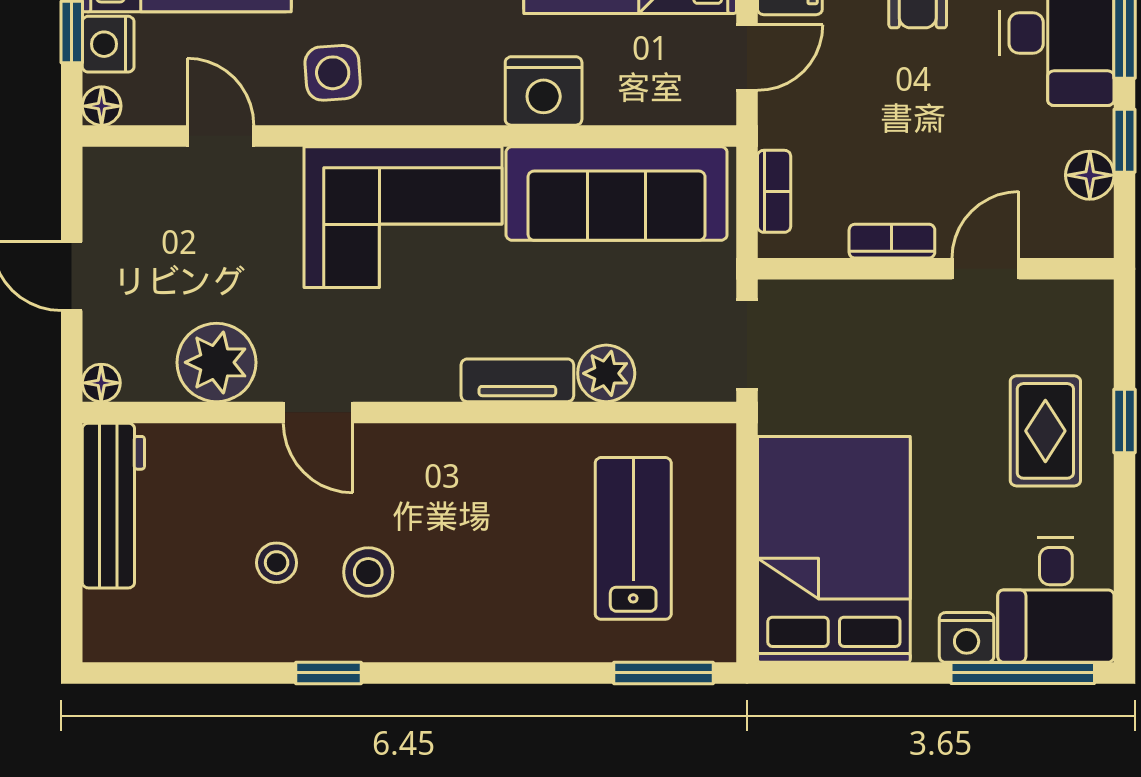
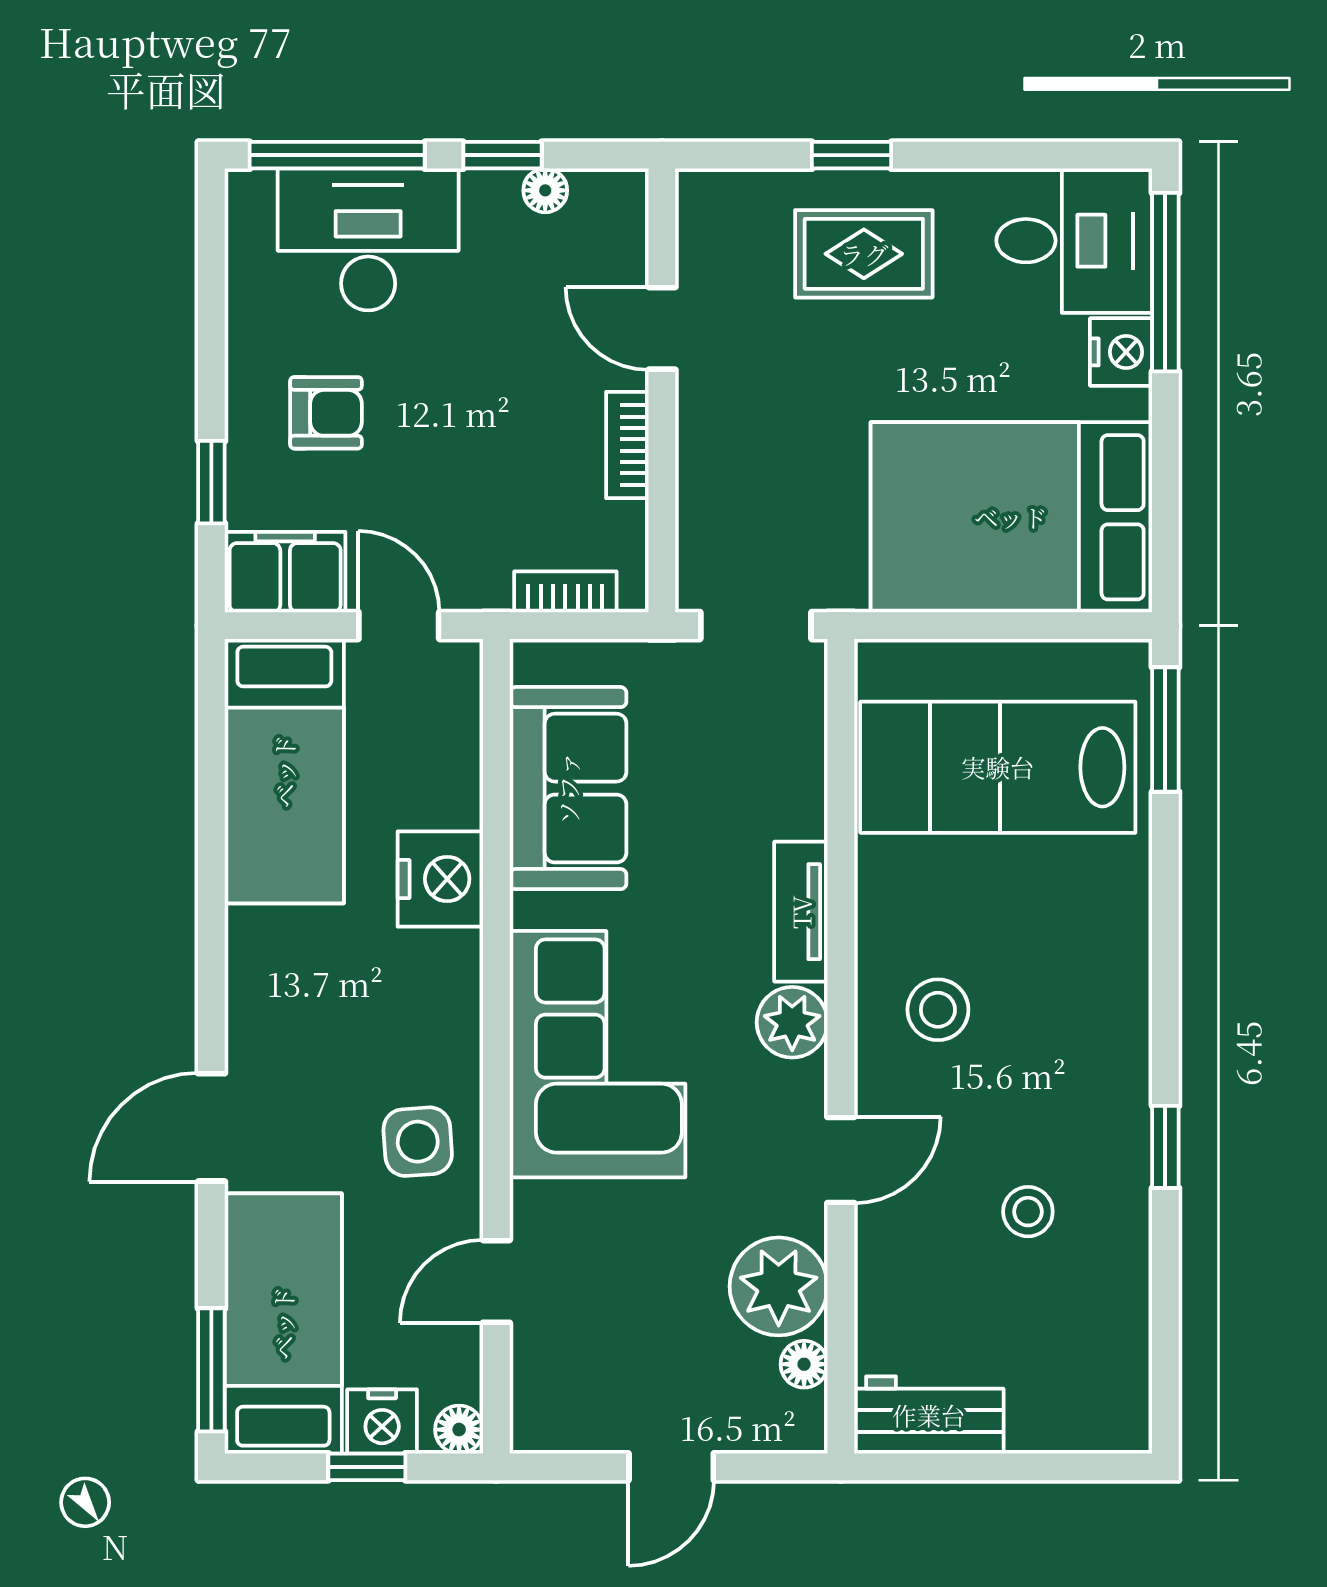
floor lamp: (1090, 175) -> (545, 190), width x0.73, depth x0.73
sofa: (617, 193) -> (568, 788), width x0.73
plant: (606, 373) -> (792, 1022), moved
floor lamp: (101, 383) -> (804, 1364), moved
workbench: (113, 506) -> (929, 1415), width x0.73
lab bench: (633, 538) -> (998, 767), width x1.36, depth x1.39
stool: (368, 572) -> (938, 1010), moved

